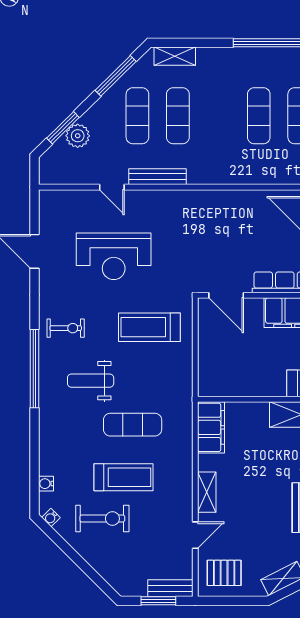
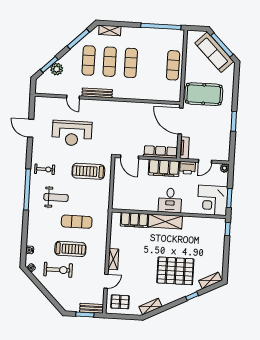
exercise mat: (259, 116) -> (131, 63), moved
weight bench: (91, 381) -> (56, 197), turned 180
filing cabinet: (211, 427) -> (134, 220), moved, turned 90

